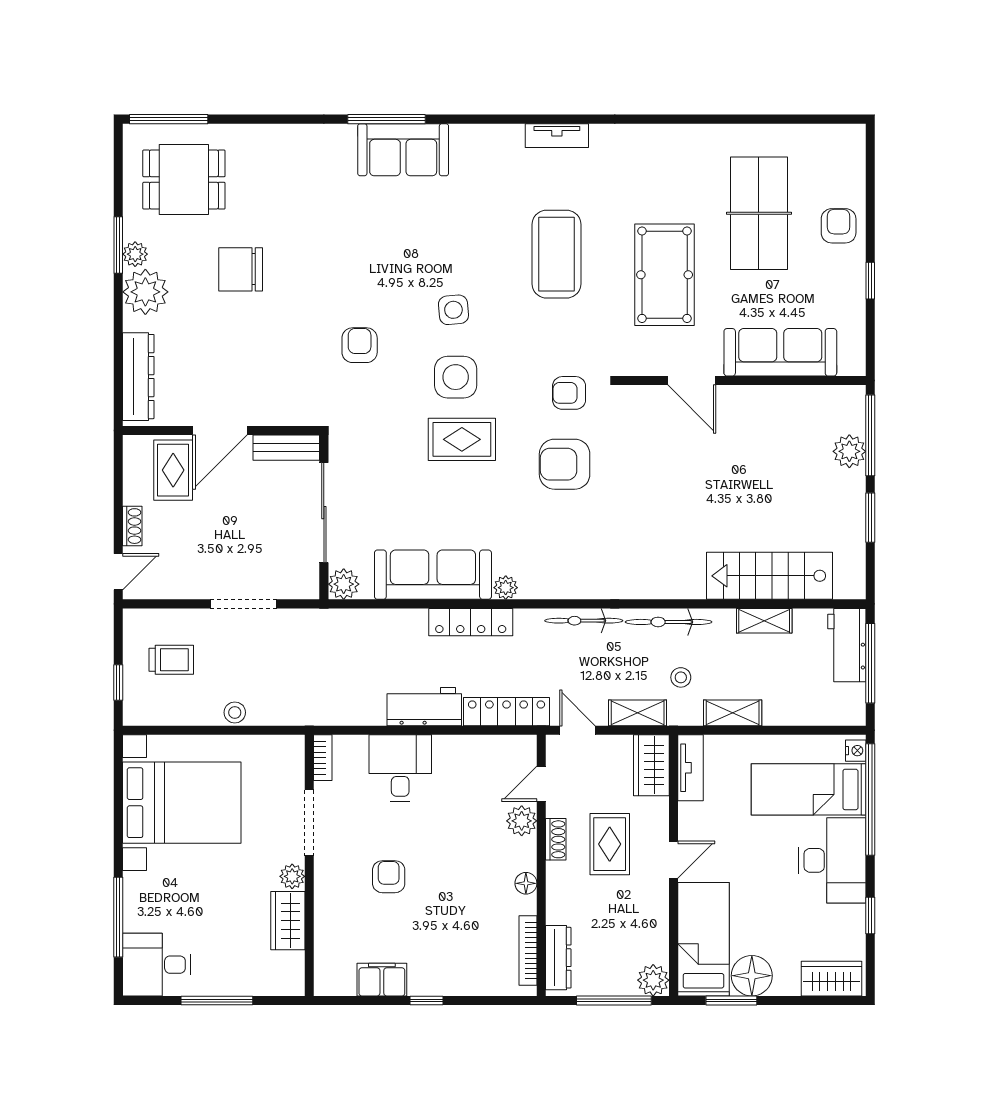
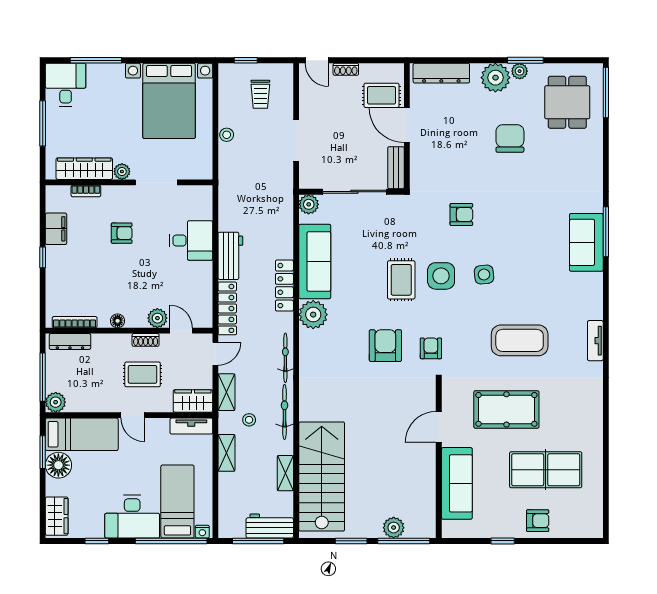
stairs: (770, 576) -> (322, 477), width x1.36, depth x1.51
plant: (506, 588) -> (313, 315), width x1.88, depth x1.88
bookcase: (323, 758) -> (86, 191), moved
wardrobe: (288, 921) -> (84, 169), width x1.50

